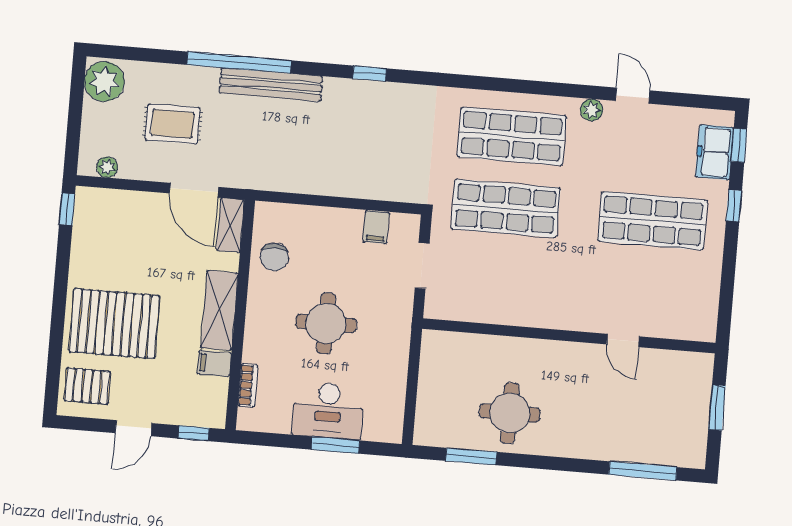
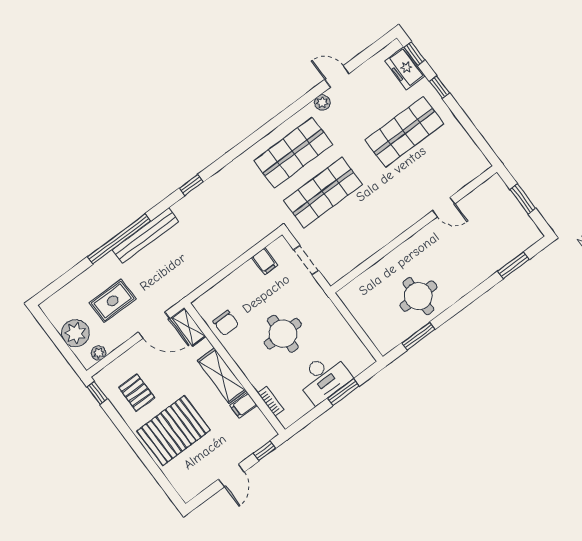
plant: (104, 81) -> (75, 333), moved
pallet: (87, 386) -> (137, 393), moved, turned 90
window: (643, 471) -> (513, 265), width x0.69

